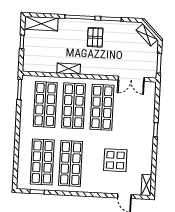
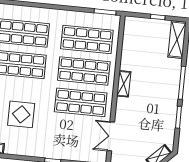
pallet: (95, 37) -> (159, 99), removed
shelving: (69, 69) -> (124, 84), moved

